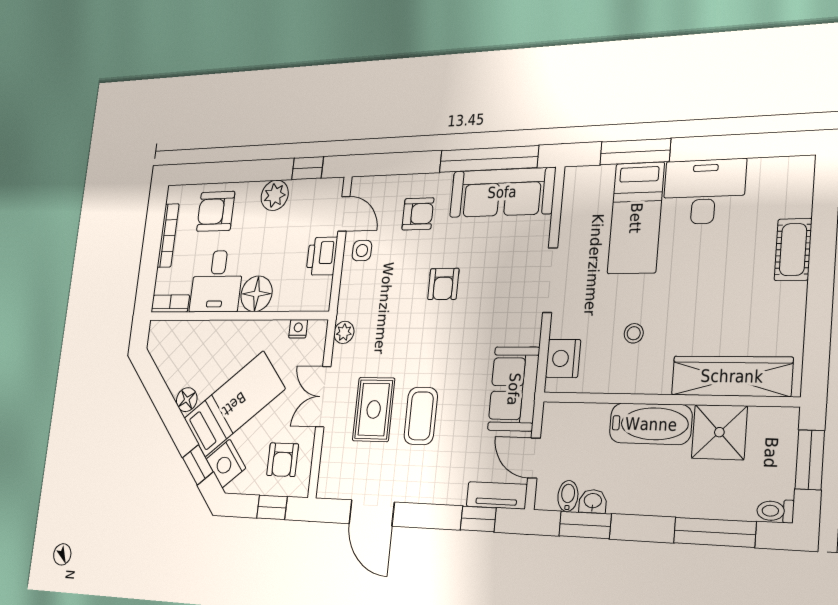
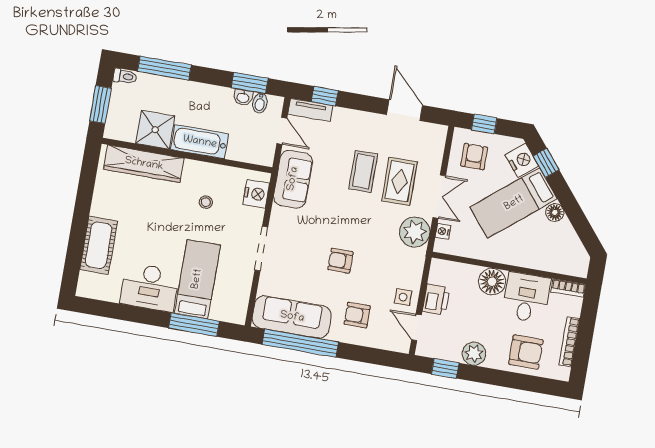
cot: (793, 250) -> (99, 245), width x1.37, depth x1.34
armchair: (443, 284) -> (340, 261), turned -90
nightstand: (298, 329) -> (443, 231), moved, turned 90
plant: (344, 332) -> (415, 232), width x1.88, depth x1.88

